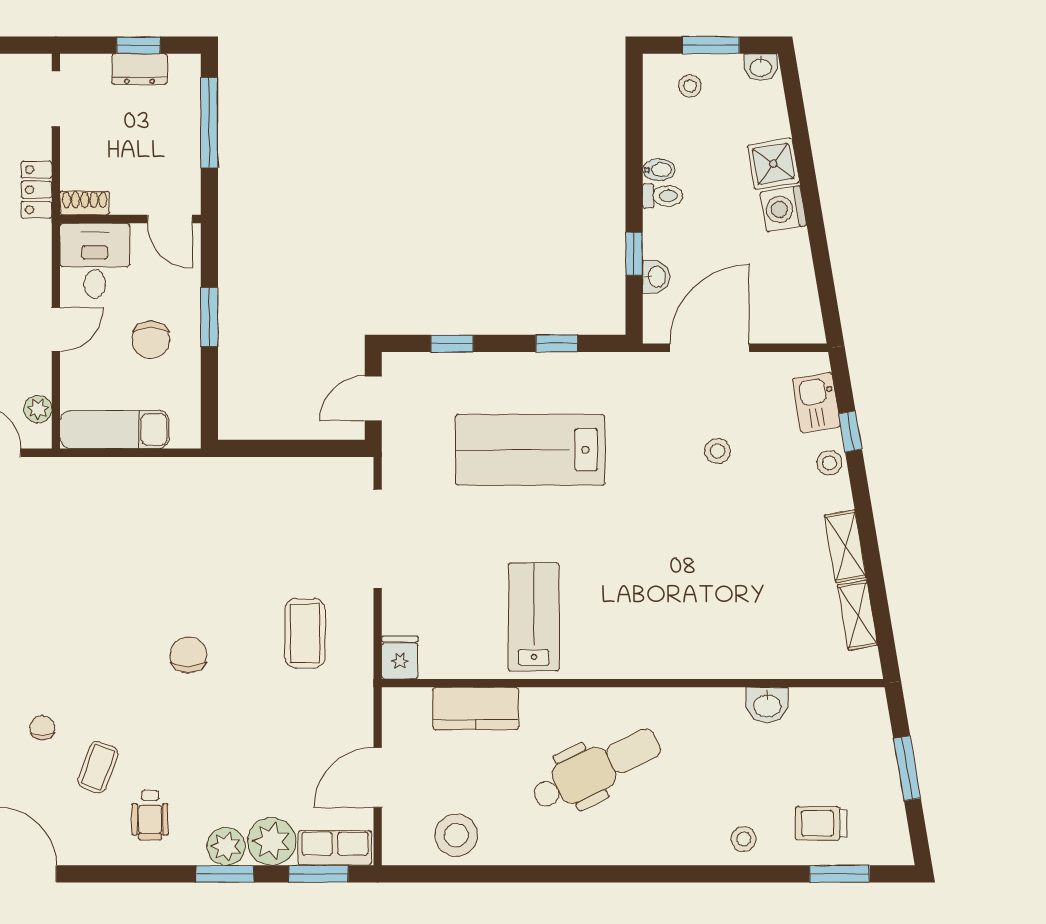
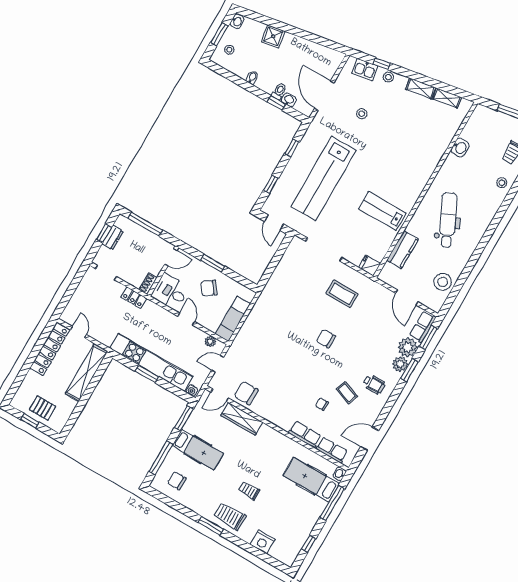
toilet: (663, 196) -> (279, 91), moved
washing machine: (783, 209) -> (291, 42), removed
chair: (151, 340) -> (209, 288), turned 144
lab bench: (530, 450) -> (324, 178), width x1.36

